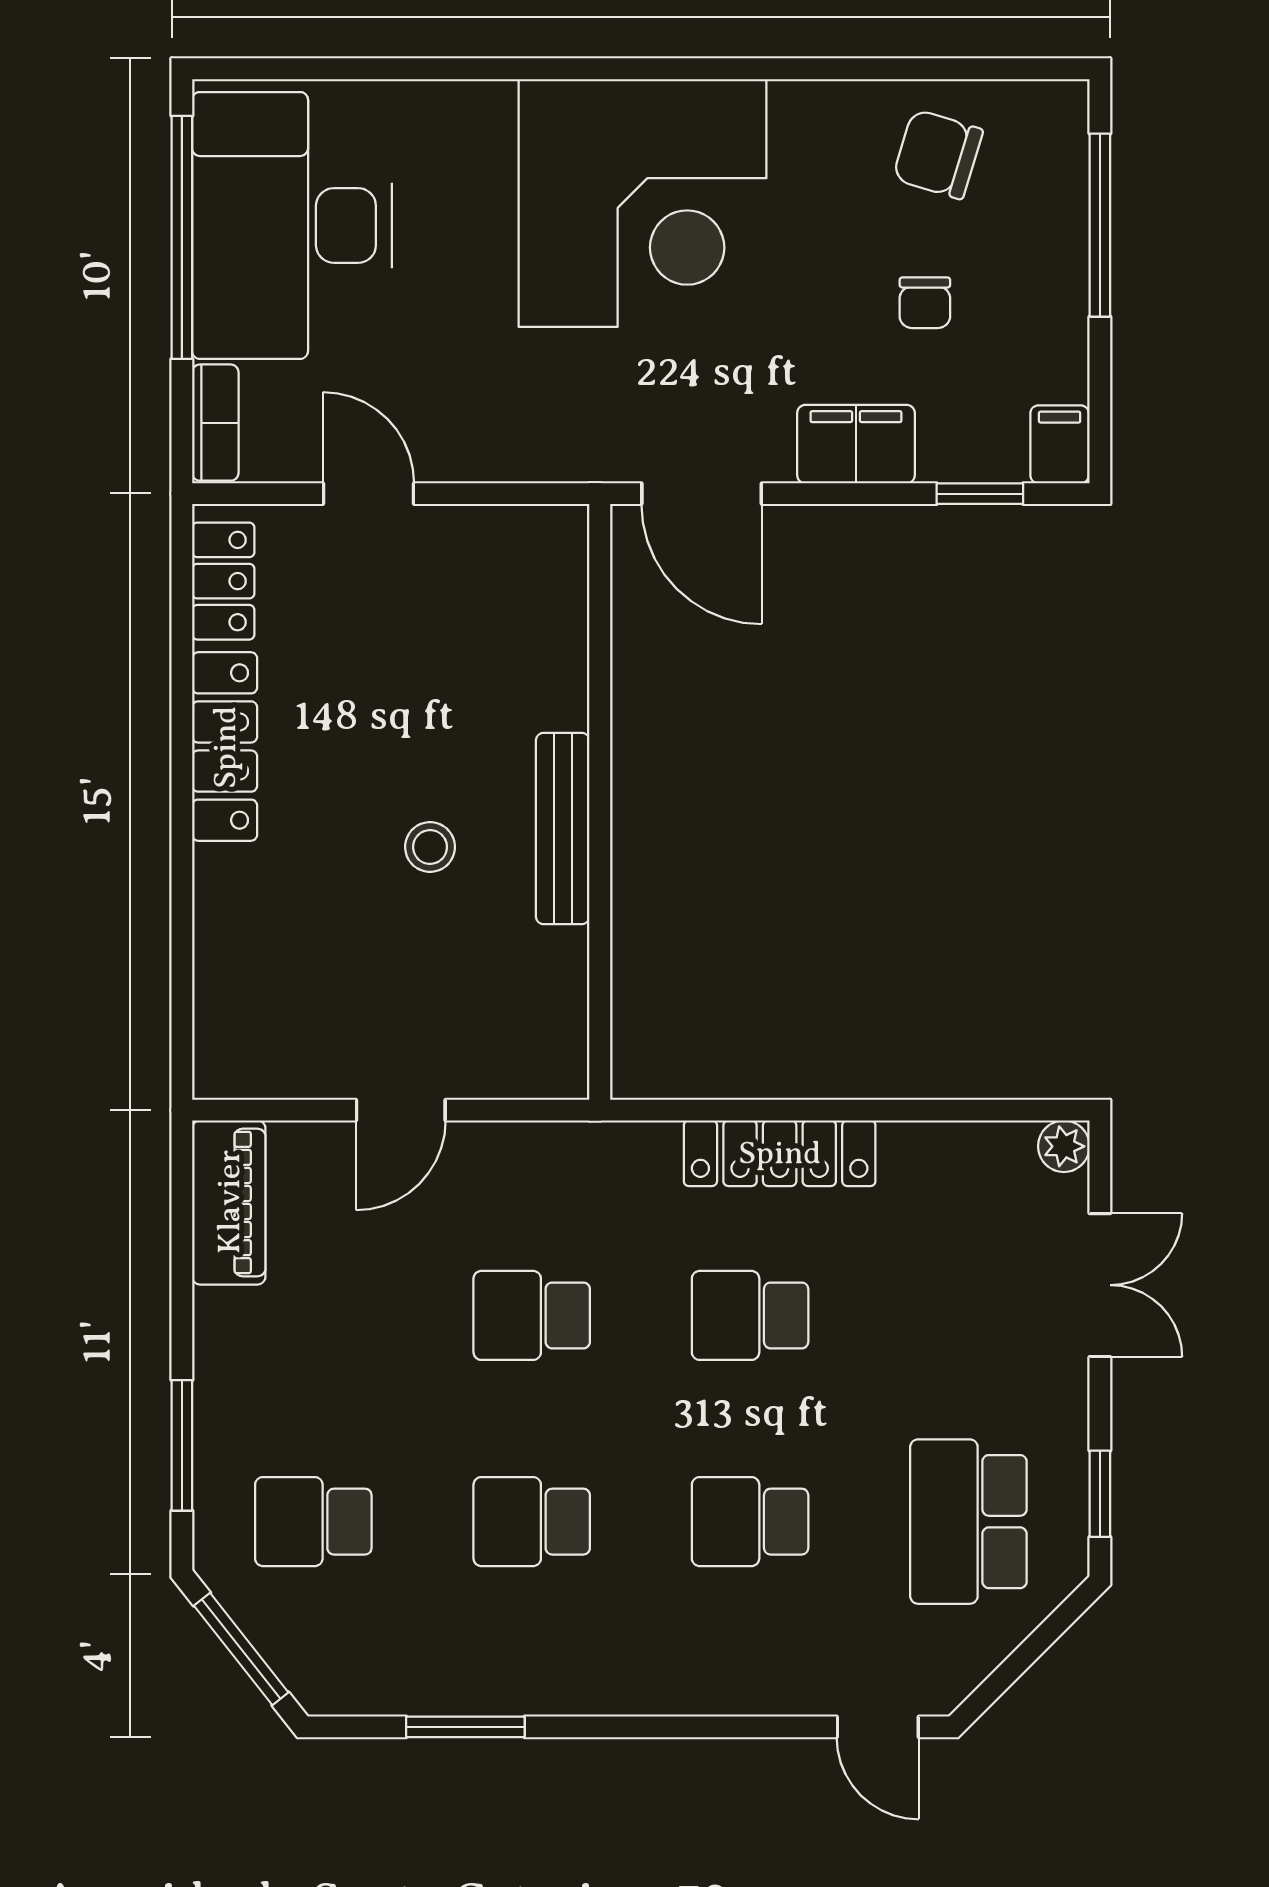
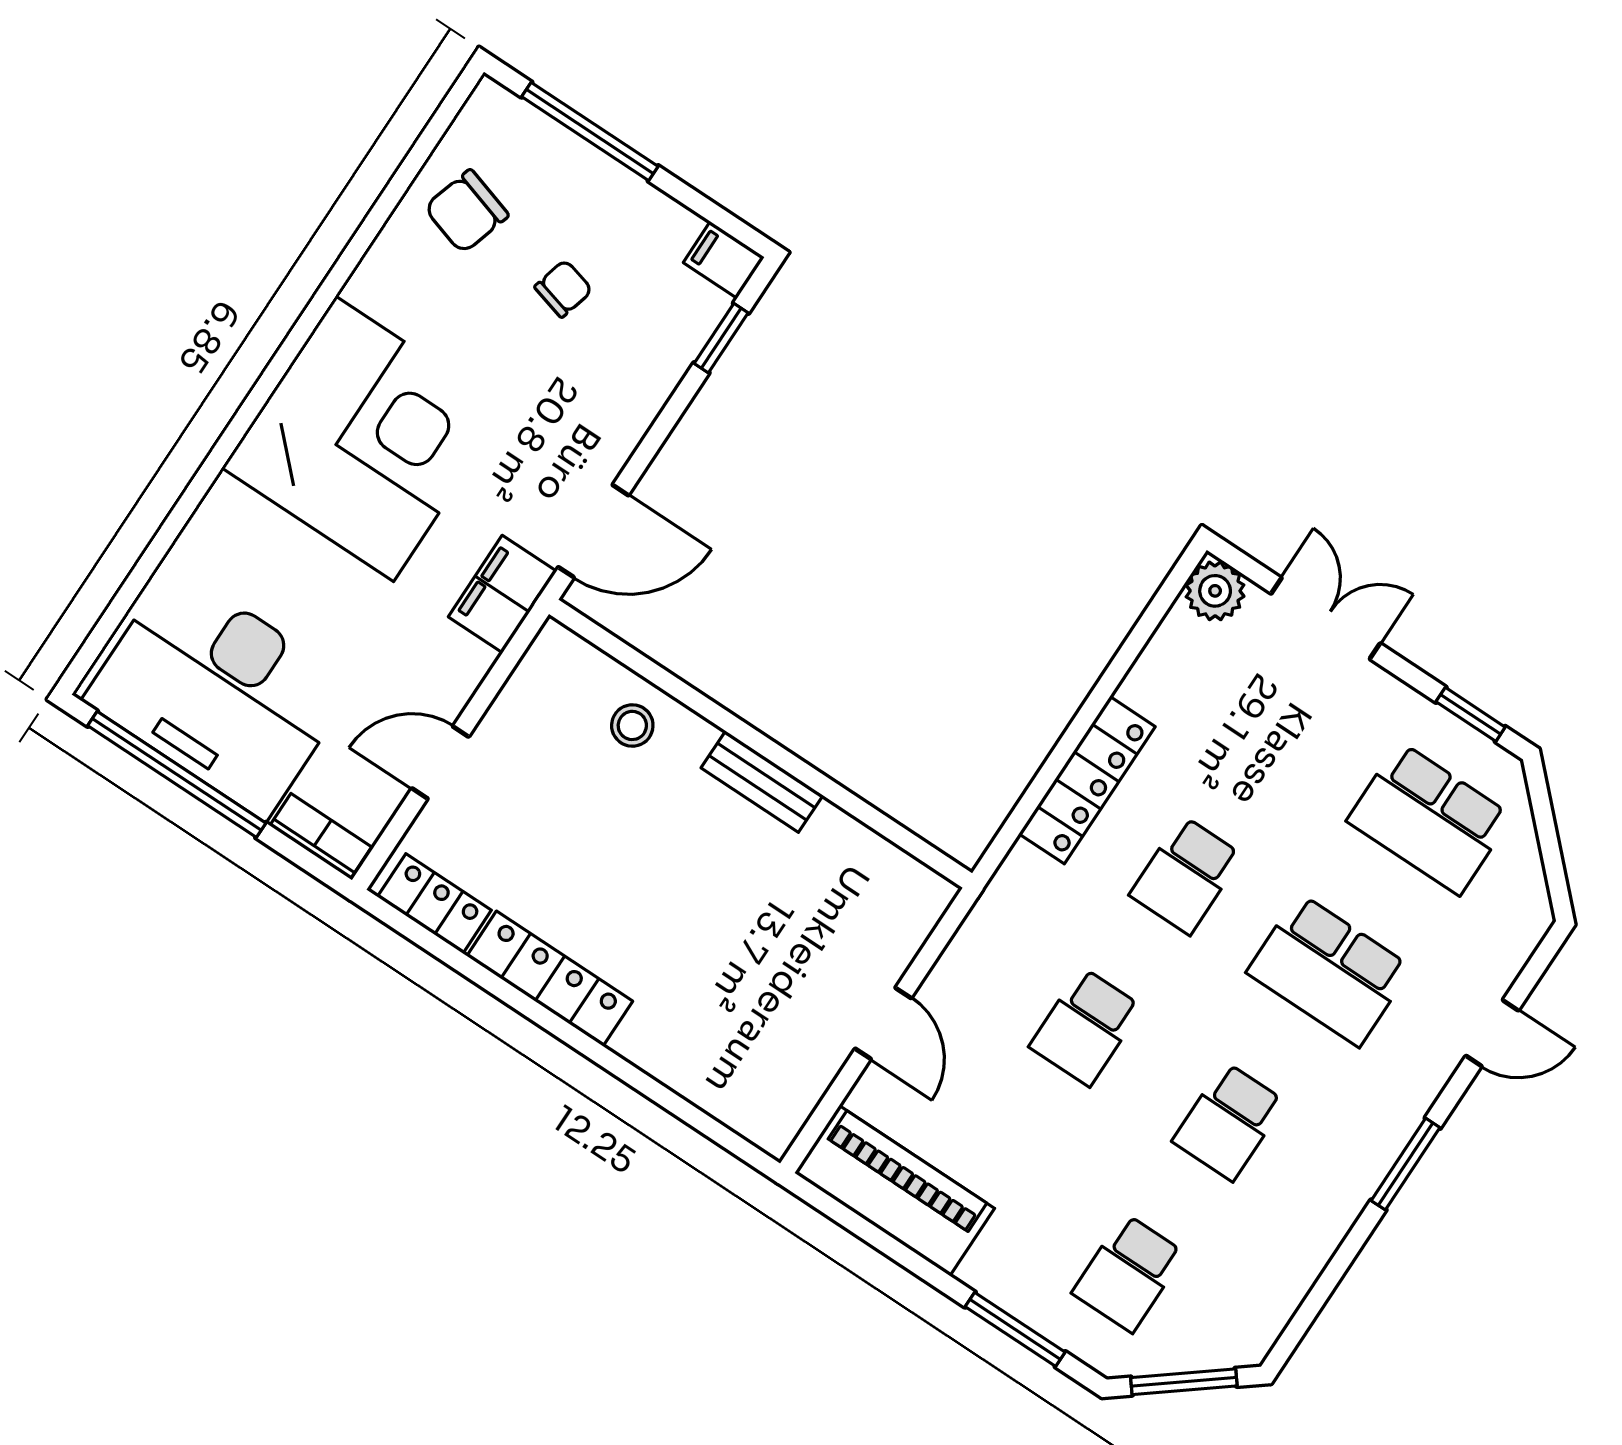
chair: (925, 303) -> (563, 289), turned -75
filing cabinet: (856, 444) -> (502, 594), moved
bench: (563, 829) -> (762, 782), width x0.73
stool: (430, 847) -> (632, 725), moved
plant: (1064, 1146) -> (1215, 591), width x1.38, depth x1.38
piano: (229, 1202) -> (895, 1191), width x1.37, depth x1.33
school desk: (750, 1522) -> (1329, 970), width x1.85
window: (465, 1727) -> (1406, 1164), moved
door: (878, 1727) -> (1492, 1033), moved

